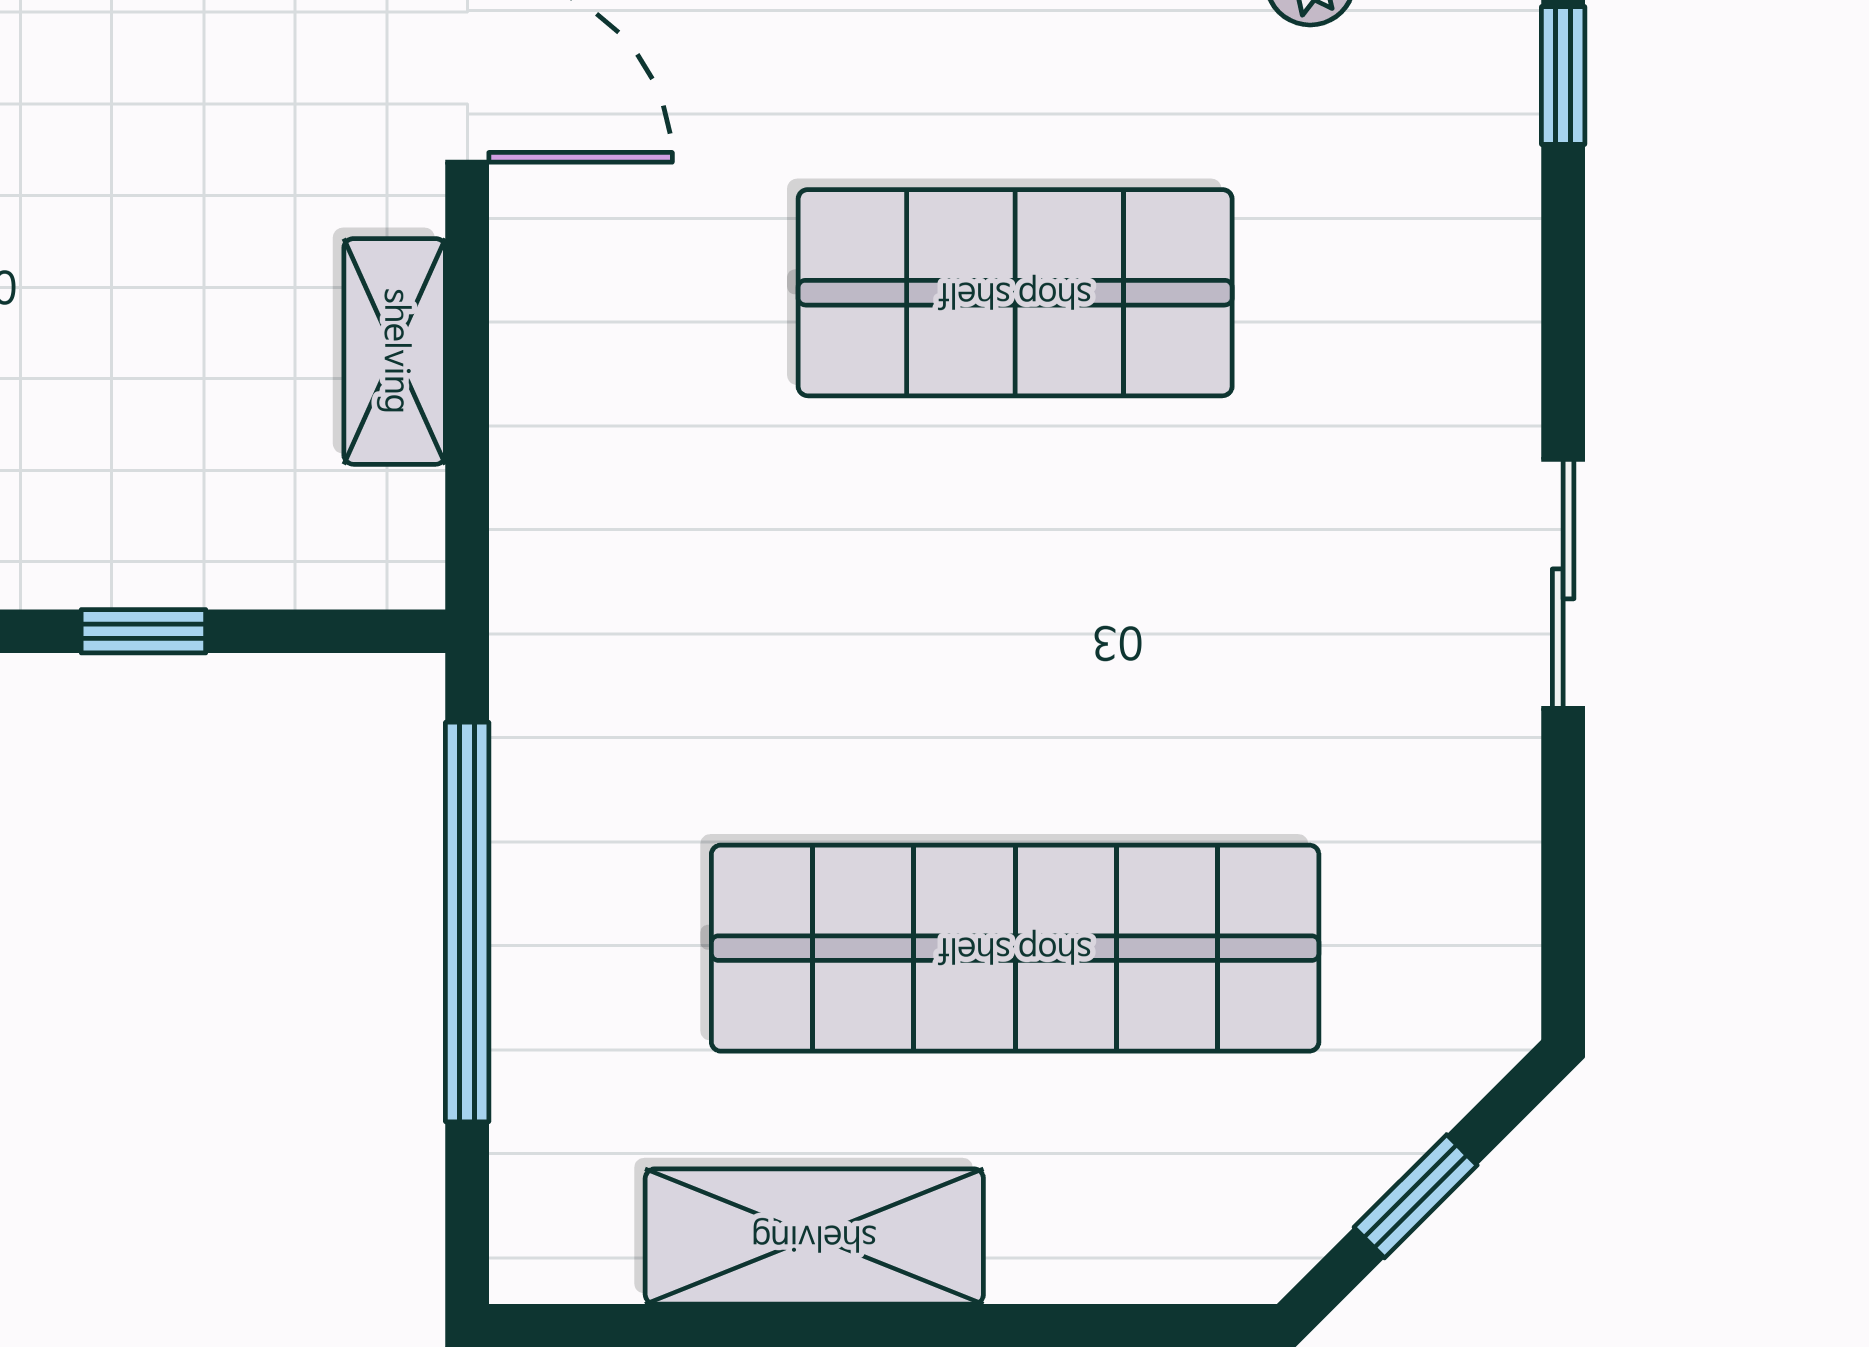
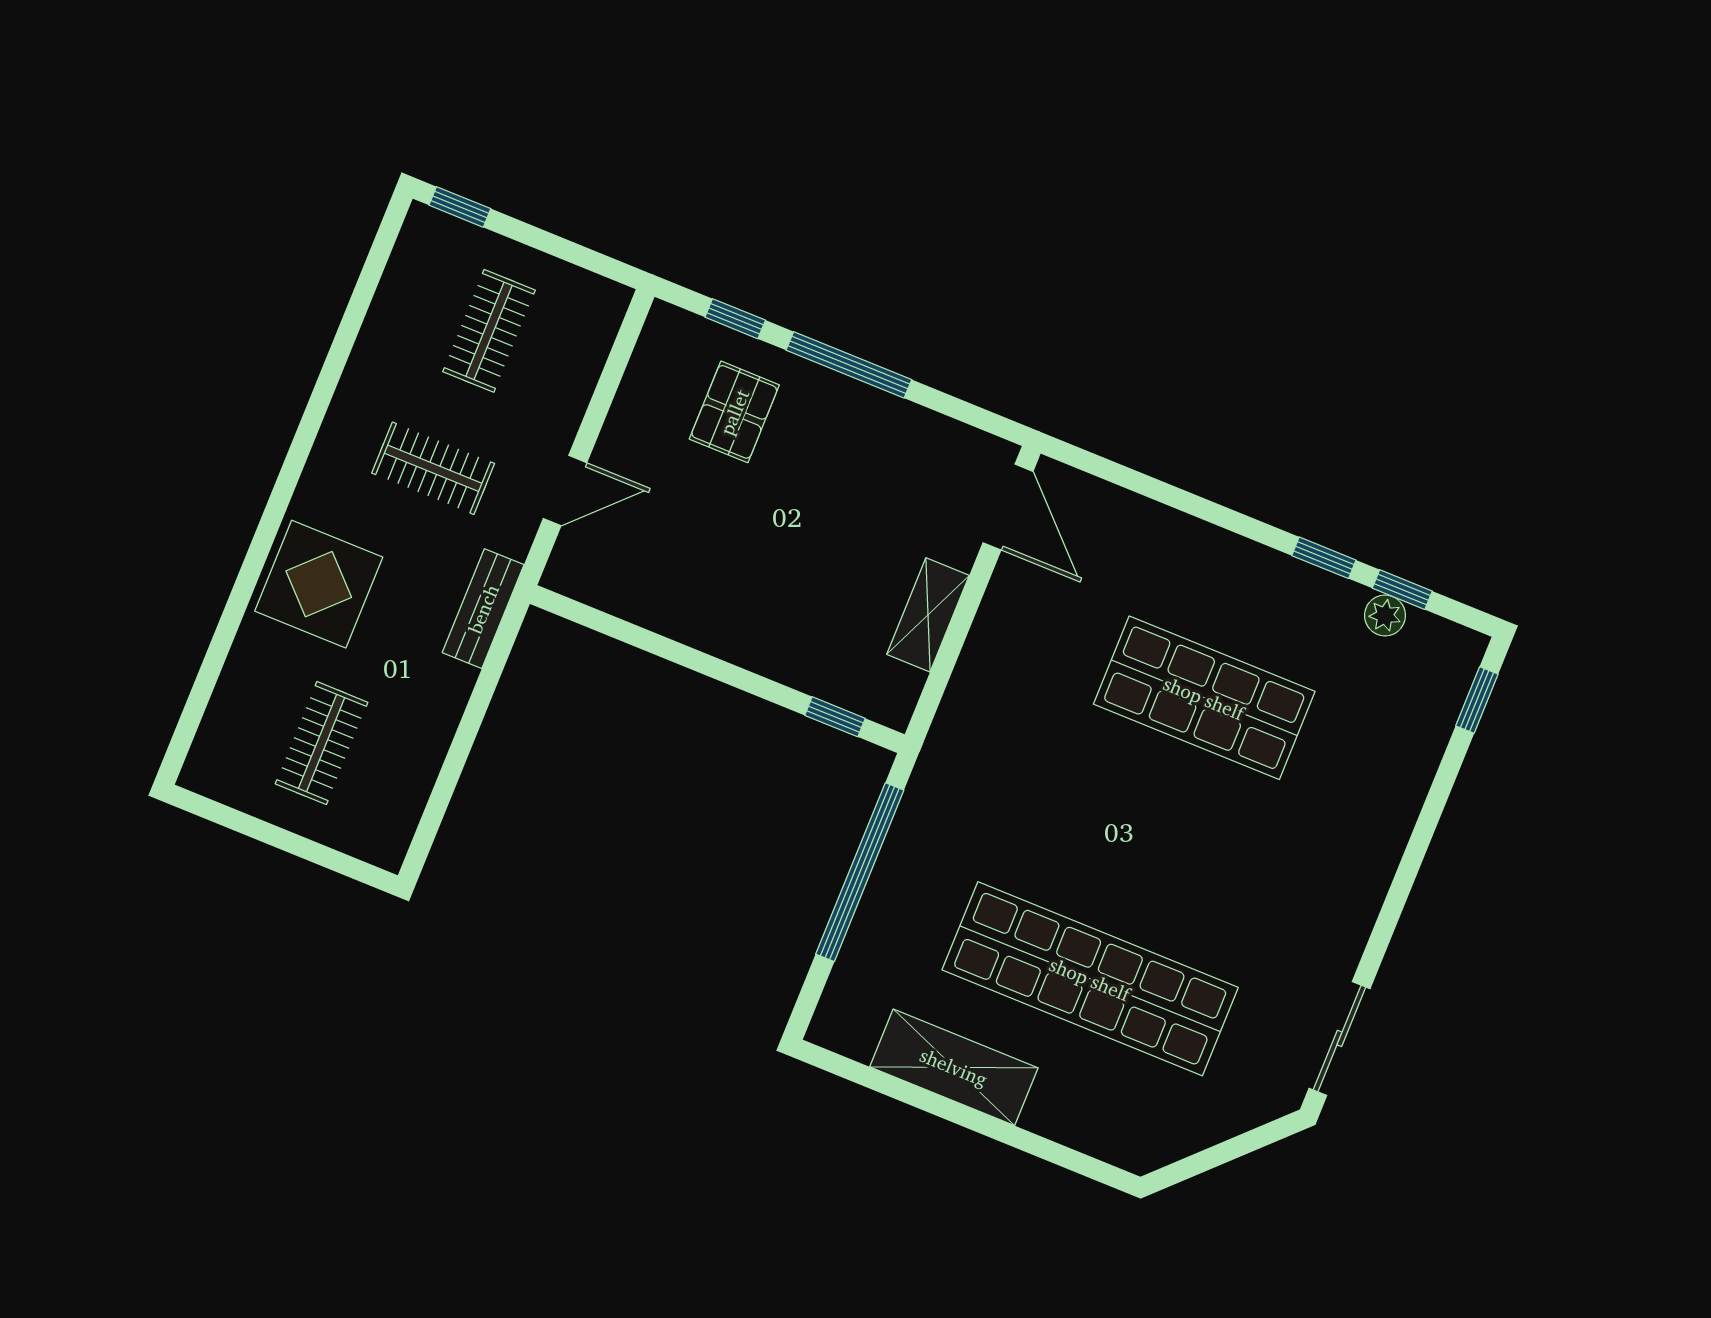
sliding door: (1563, 584) -> (1340, 1038), moved
window: (143, 631) -> (835, 717), moved
window: (1416, 1196) -> (1219, 1155), removed

